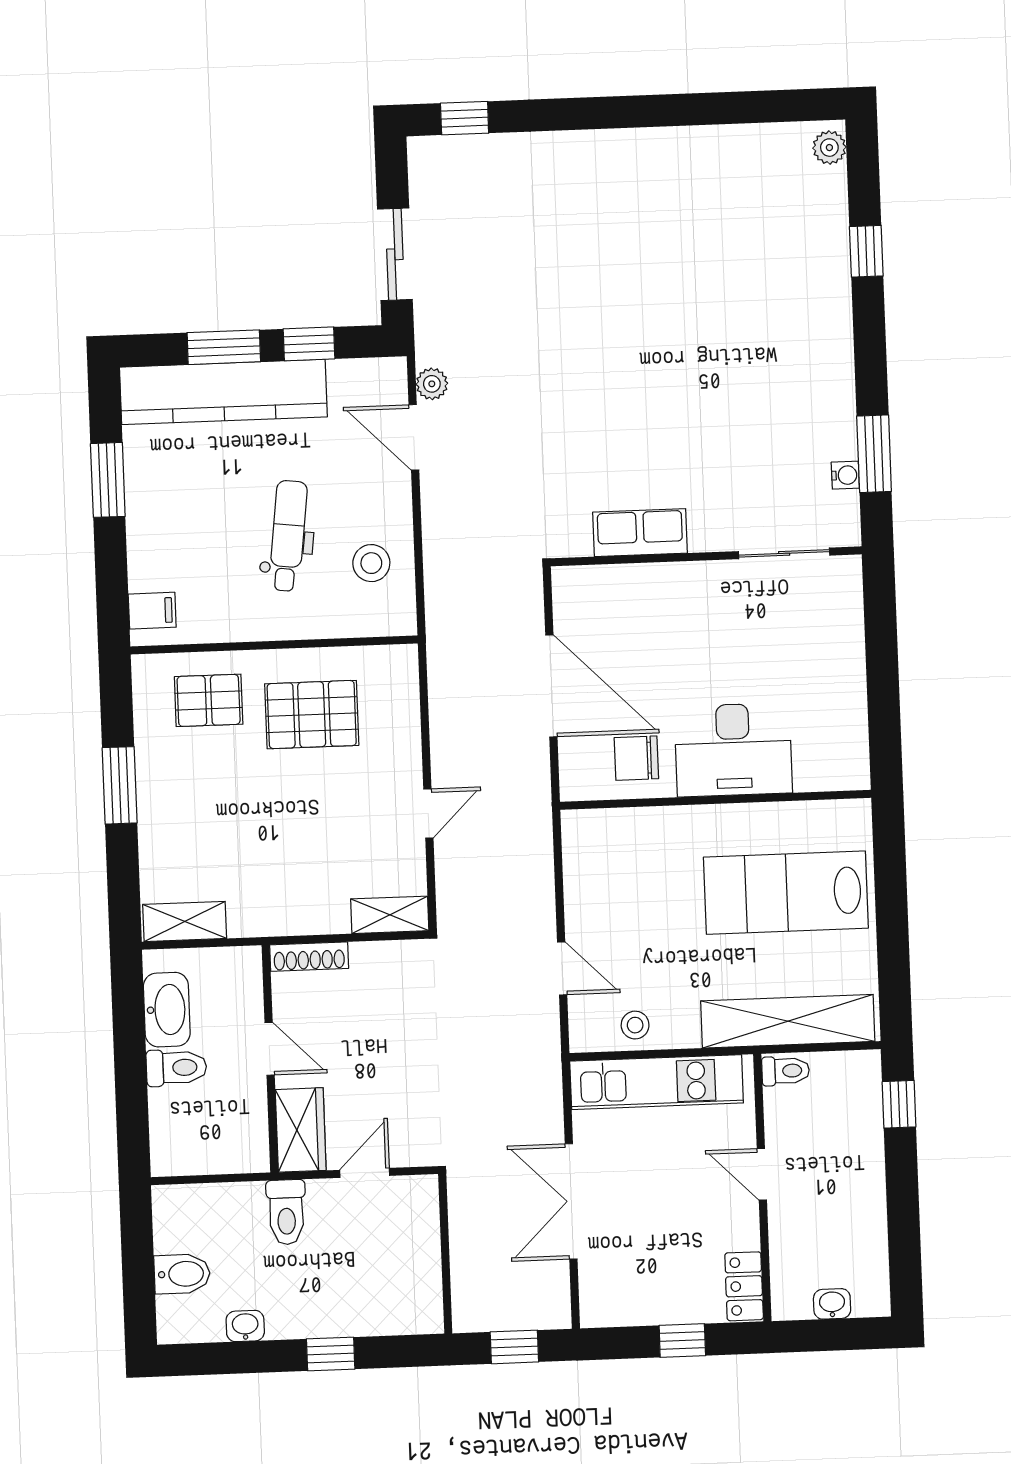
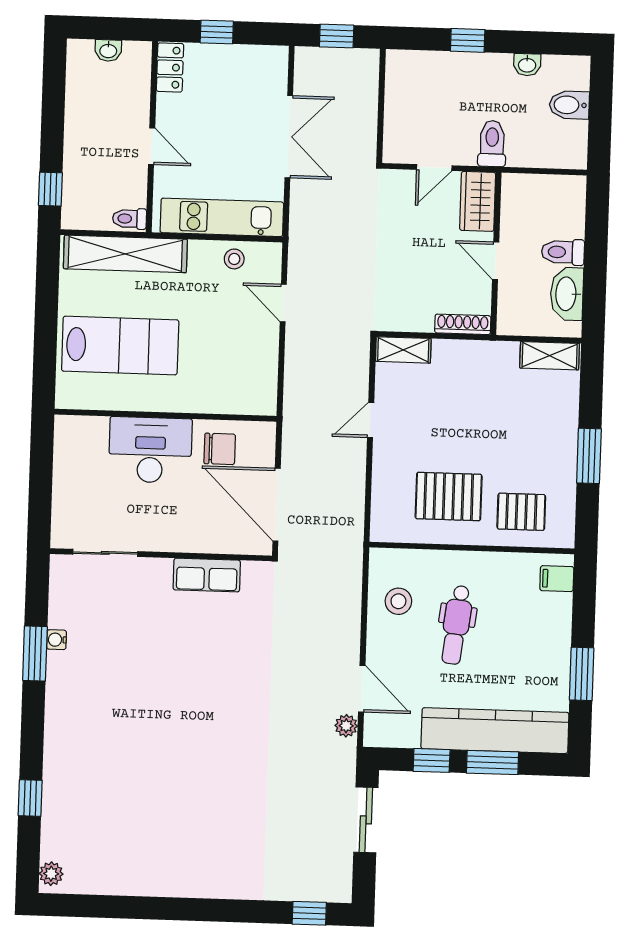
row of seats: (640, 533) -> (207, 575), moved
sliding door: (784, 553) -> (105, 553), moved
wall: (706, 556) -> (161, 555), moved

